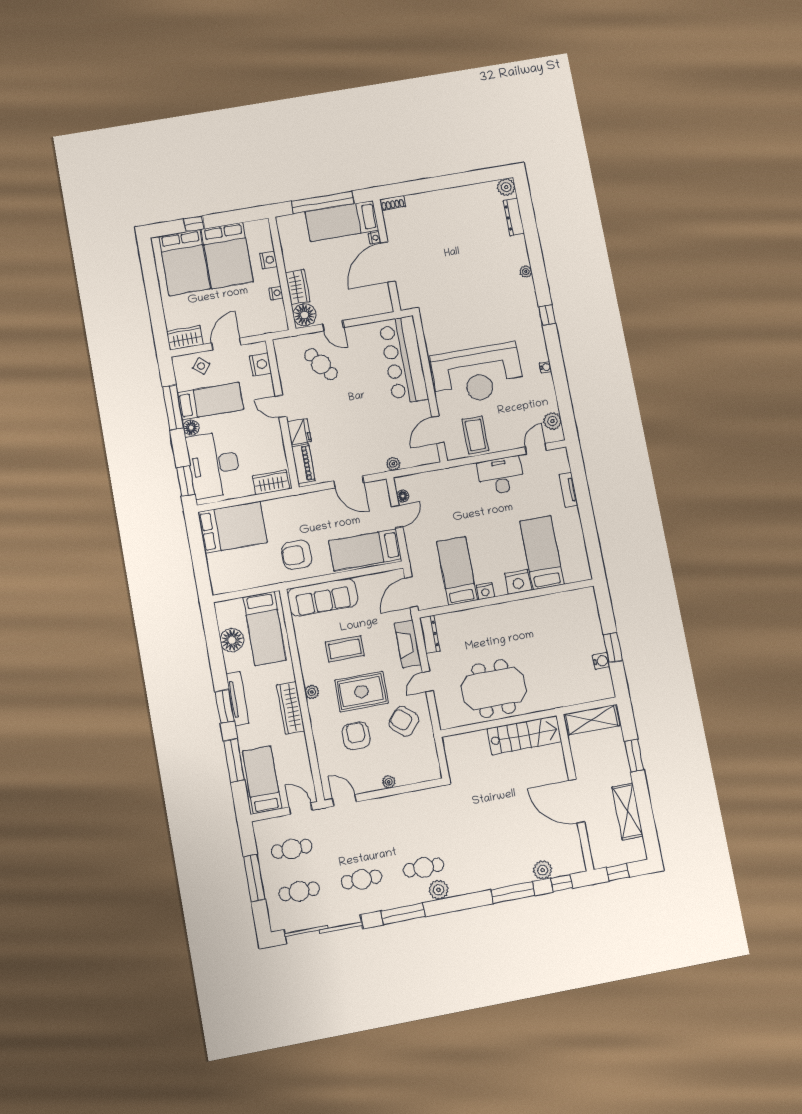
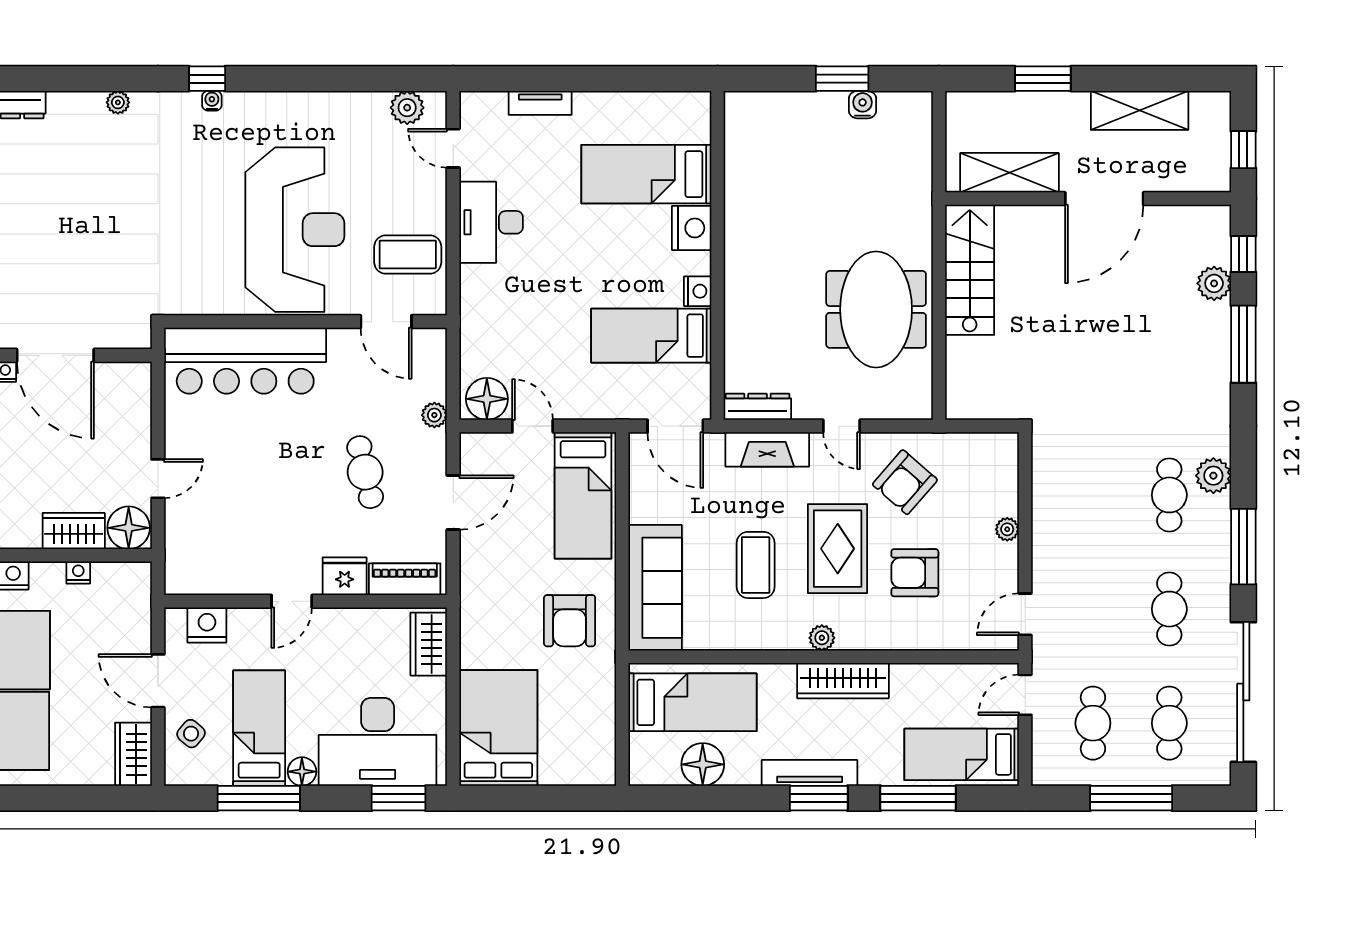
cafe table: (321, 364) -> (365, 472), moved, turned -67
water cooler: (545, 367) -> (212, 101), moved
floor lamp: (403, 496) -> (487, 399), width x1.89, depth x1.89
shelving: (592, 720) -> (1010, 173), moved, turned 90

